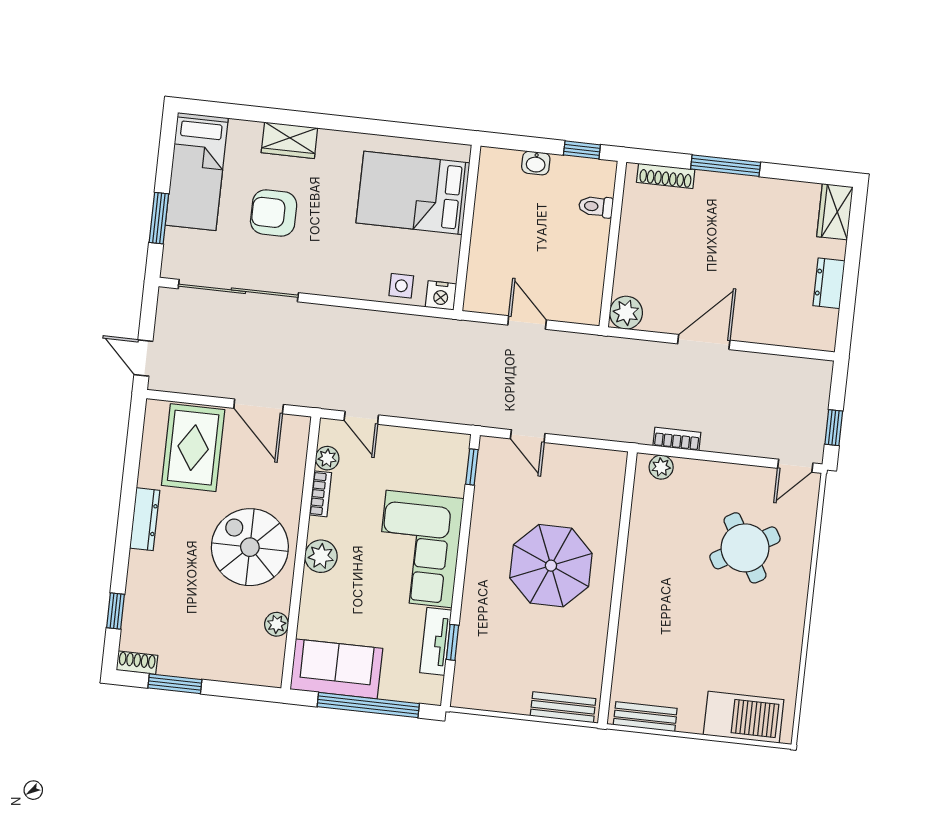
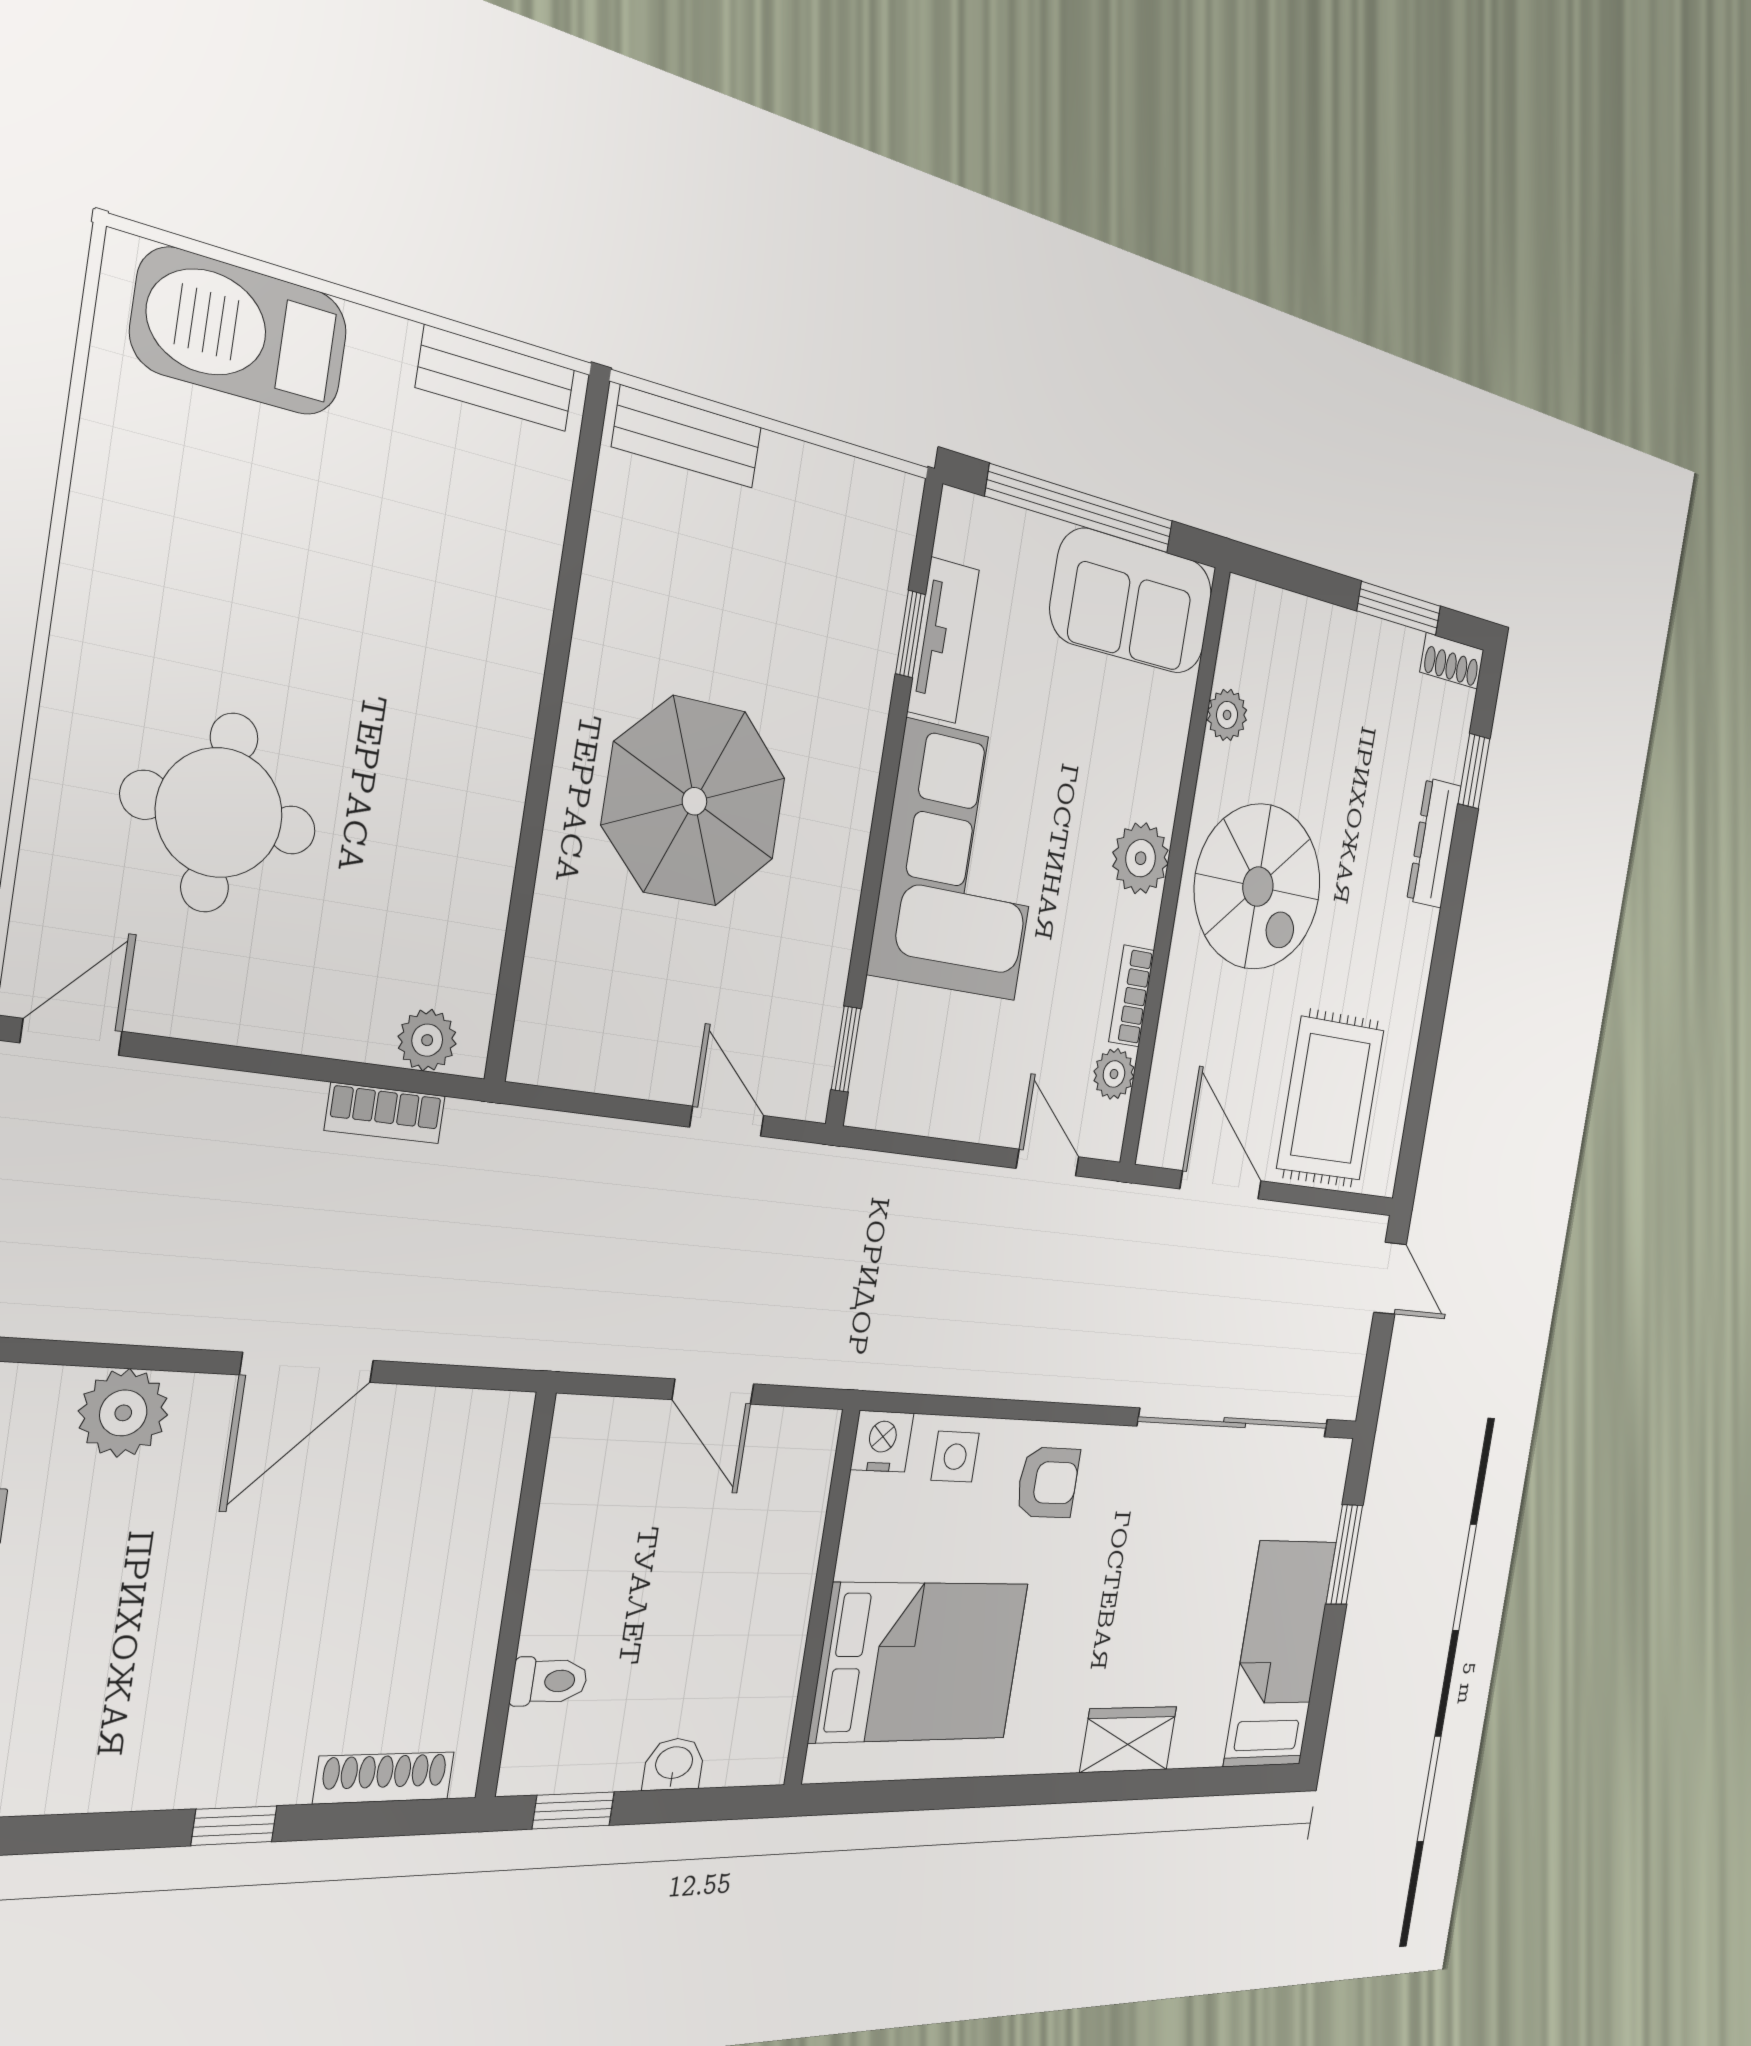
window: (726, 166) -> (234, 1826), width x0.46
armchair: (274, 213) -> (1048, 1482), moved, width x0.72, depth x0.72
plant: (626, 313) -> (123, 1413), moved
dresser: (145, 519) -> (1434, 843), moved
round table: (745, 548) -> (219, 813), turned 33

